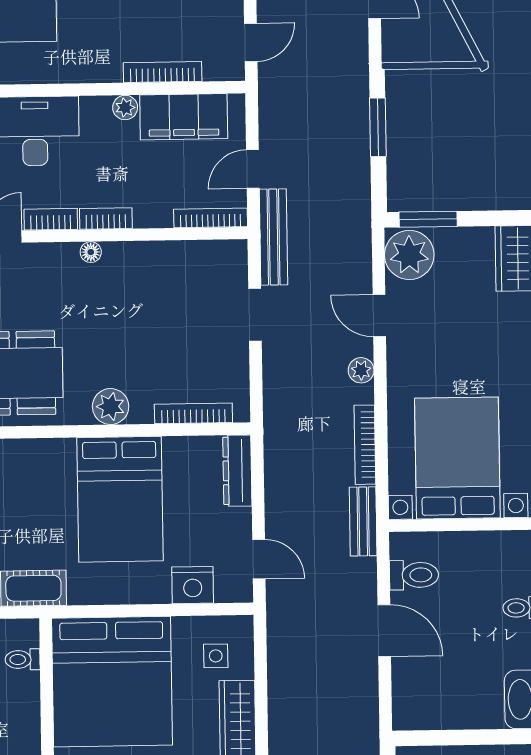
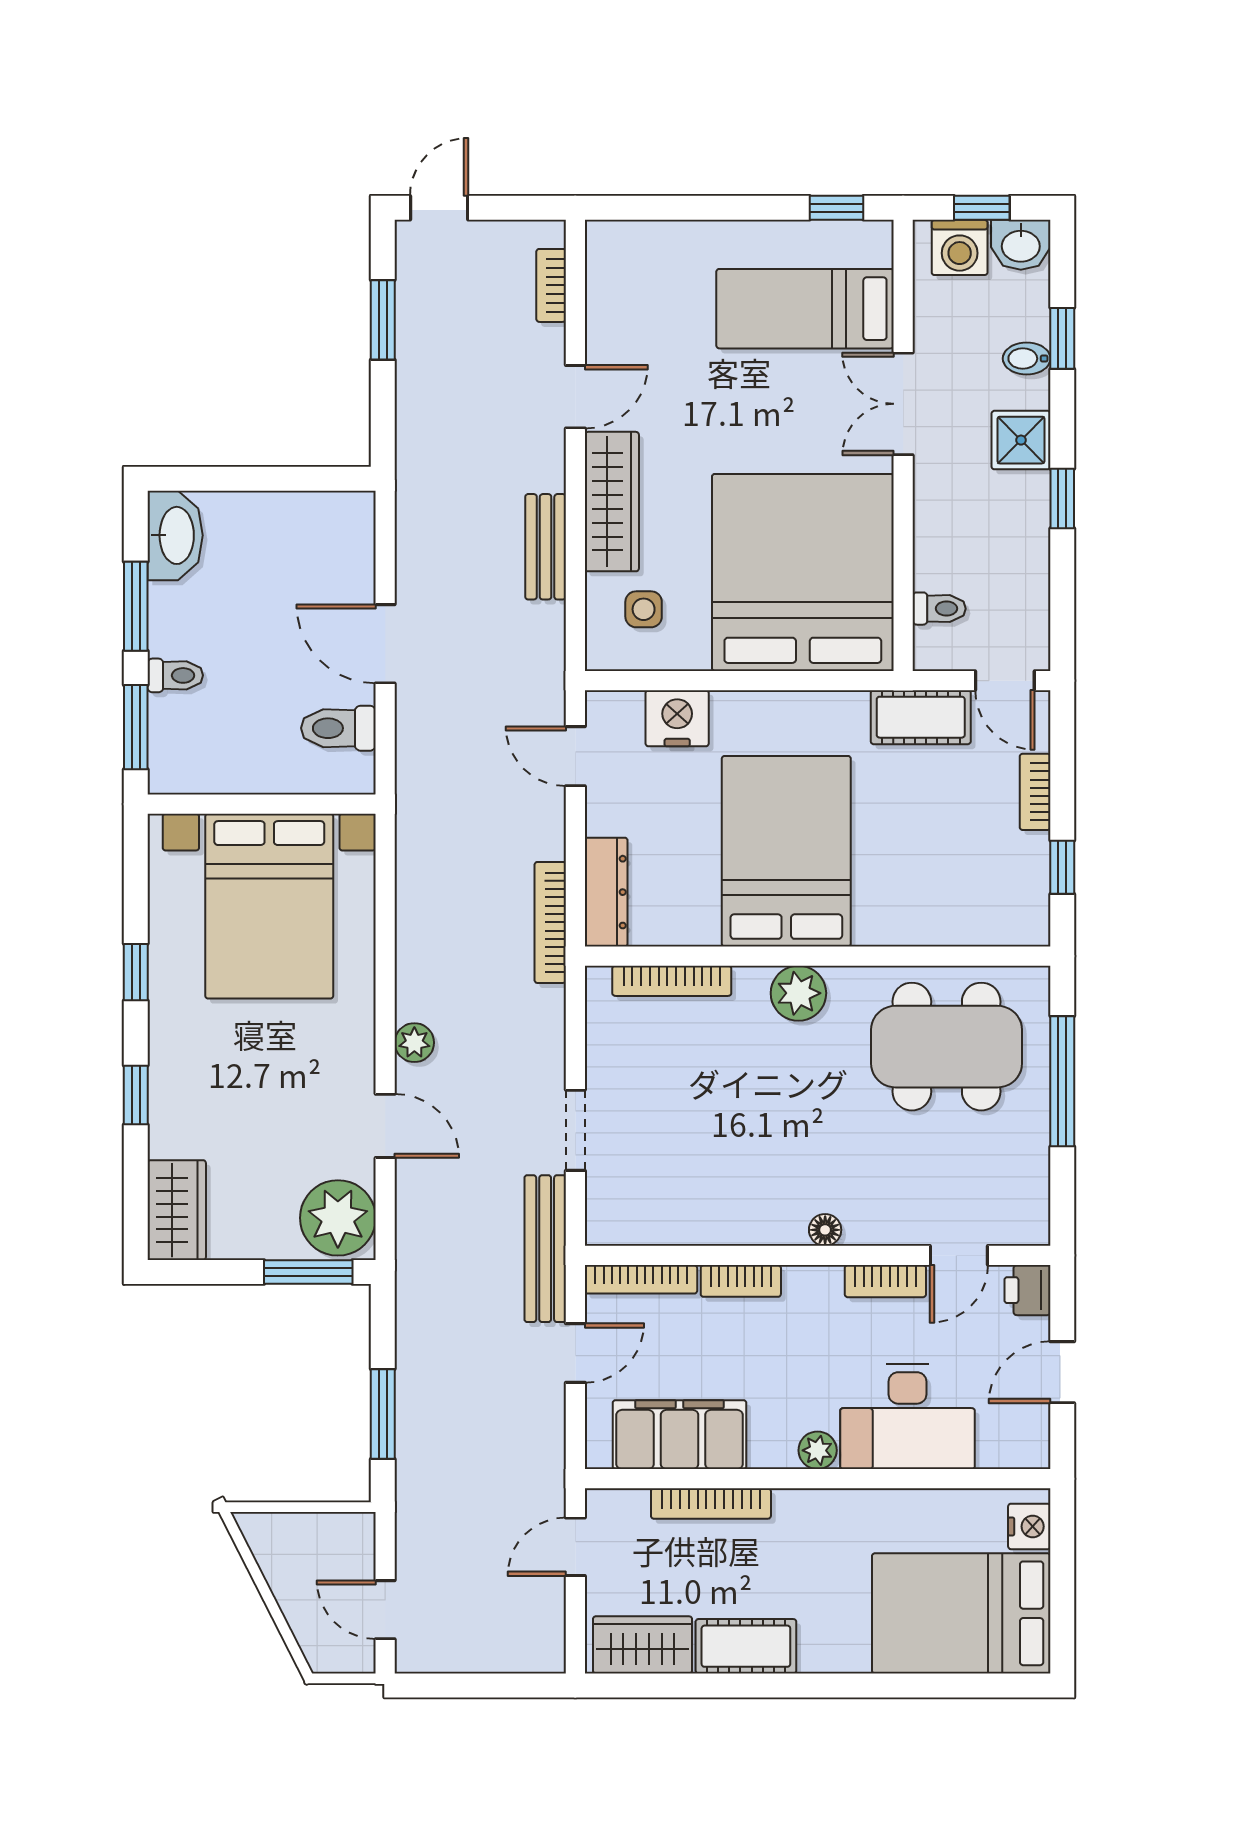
plant: (125, 107) -> (818, 1450), moved
bookcase: (106, 219) -> (741, 1281), moved
bookcase: (365, 445) -> (550, 922), moved, turned 180
bench: (363, 521) -> (546, 547), moved

